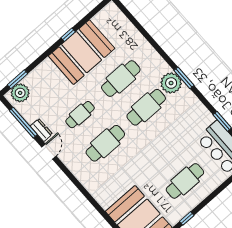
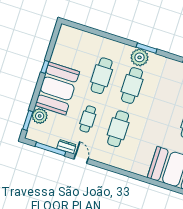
booth: (82, 52) -> (57, 88), moved
plant: (20, 93) -> (40, 116), moved

